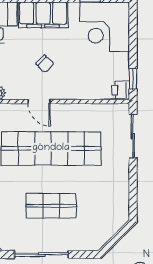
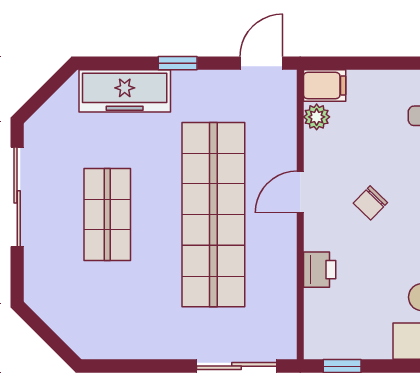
printer: (121, 90) -> (320, 270), moved, turned 90

